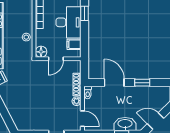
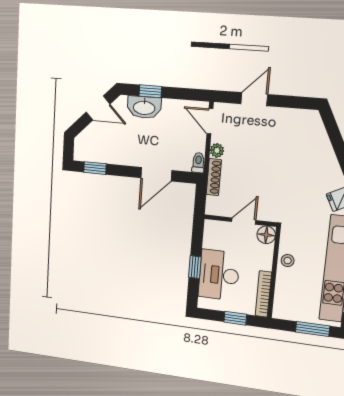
window: (84, 13) -> (195, 267), moved
filing cabinet: (74, 44) -> (213, 240), removed
door: (114, 83) -> (156, 174), hinge flipped
window: (142, 83) -> (95, 168), moved

